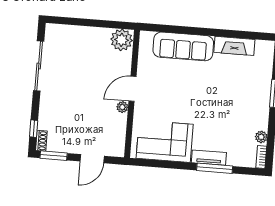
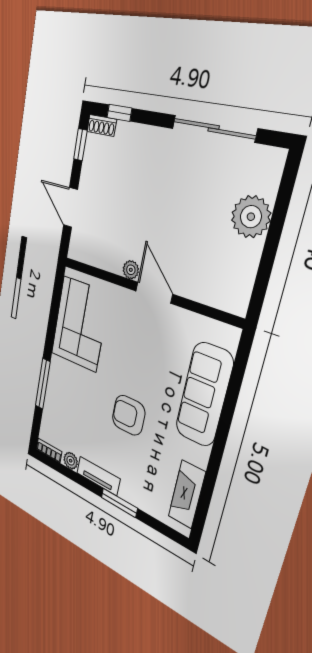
plant: (122, 40) -> (251, 217), moved
fireplace: (234, 46) -> (187, 494), moved
armchair: (213, 95) -> (129, 415), added
window: (54, 156) -> (80, 145), width x0.67
tv unit: (209, 158) -> (98, 476), moved, turned -90

